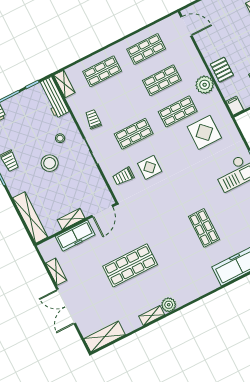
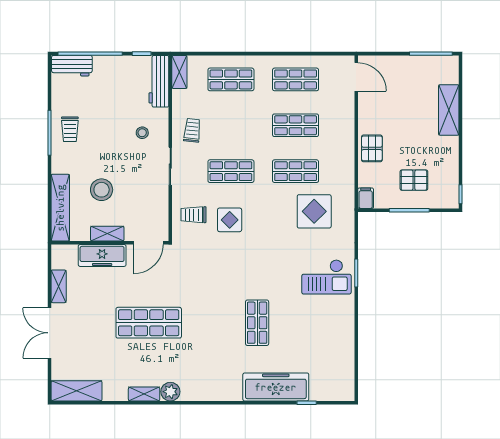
plant: (205, 85) -> (343, 156), removed
stool: (50, 163) -> (102, 190), moved

